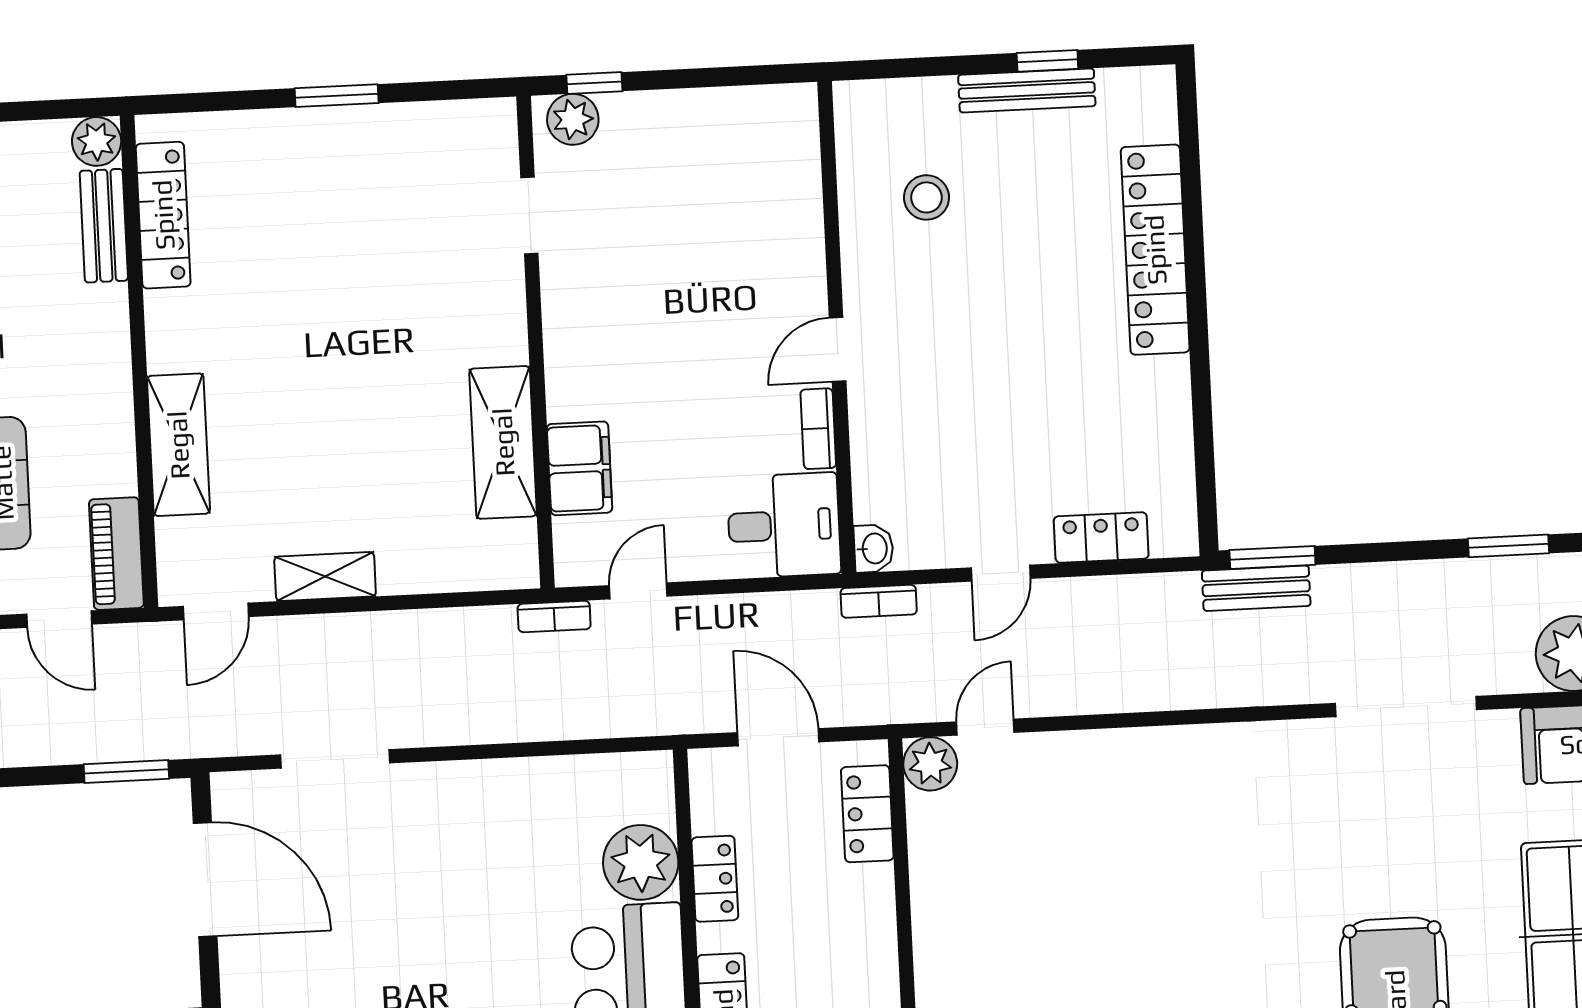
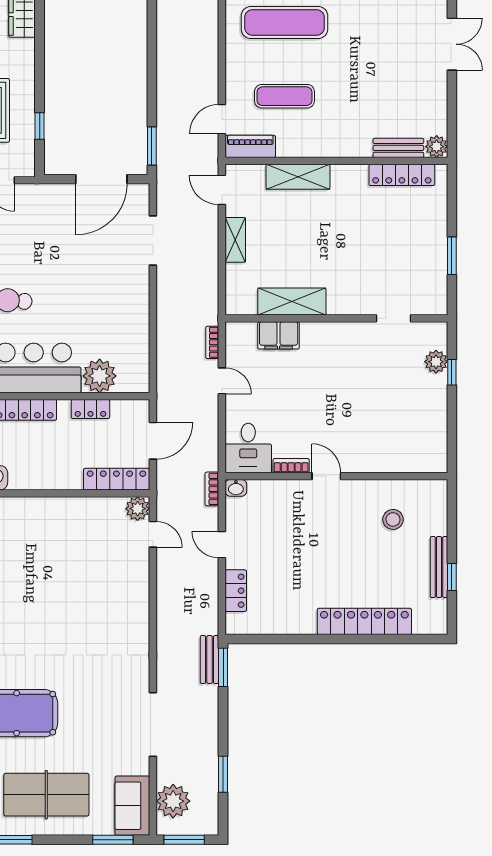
doorway: (529, 216) -> (394, 318), moved
wall: (536, 342) -> (336, 318), moved
shelving: (503, 442) -> (292, 302), moved
filing cabinet: (579, 468) -> (279, 335), moved
locker: (867, 814) -> (116, 479), width x1.53

